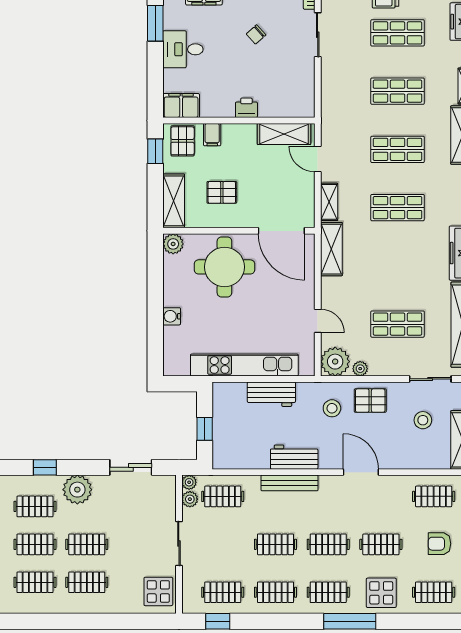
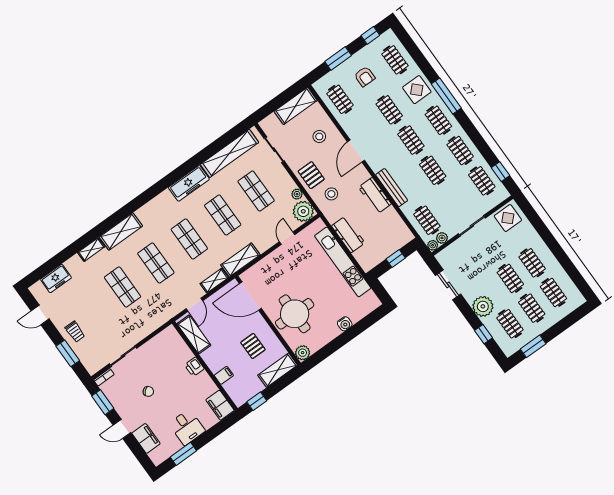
shop shelf: (398, 33) -> (223, 215), moved
pallet: (183, 141) -> (240, 390), removed
door: (281, 231) -> (250, 296), swing flipped
stool: (423, 420) -> (319, 137), moved

